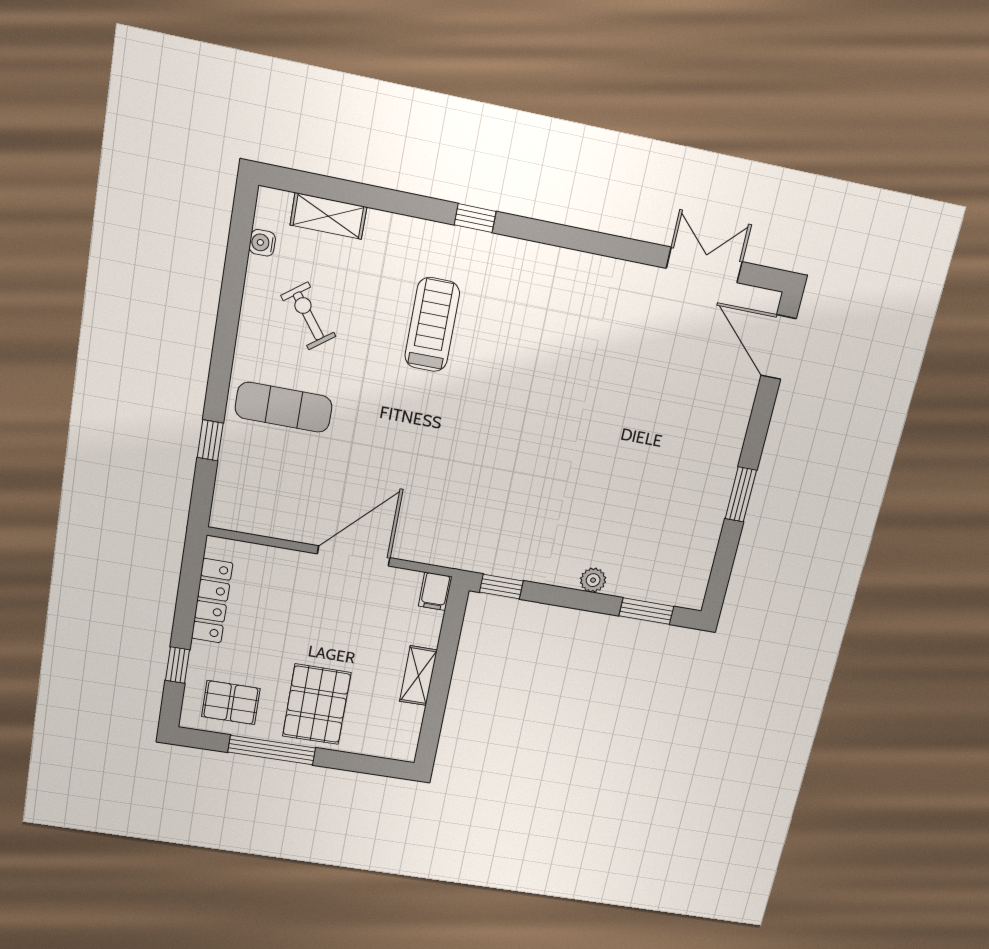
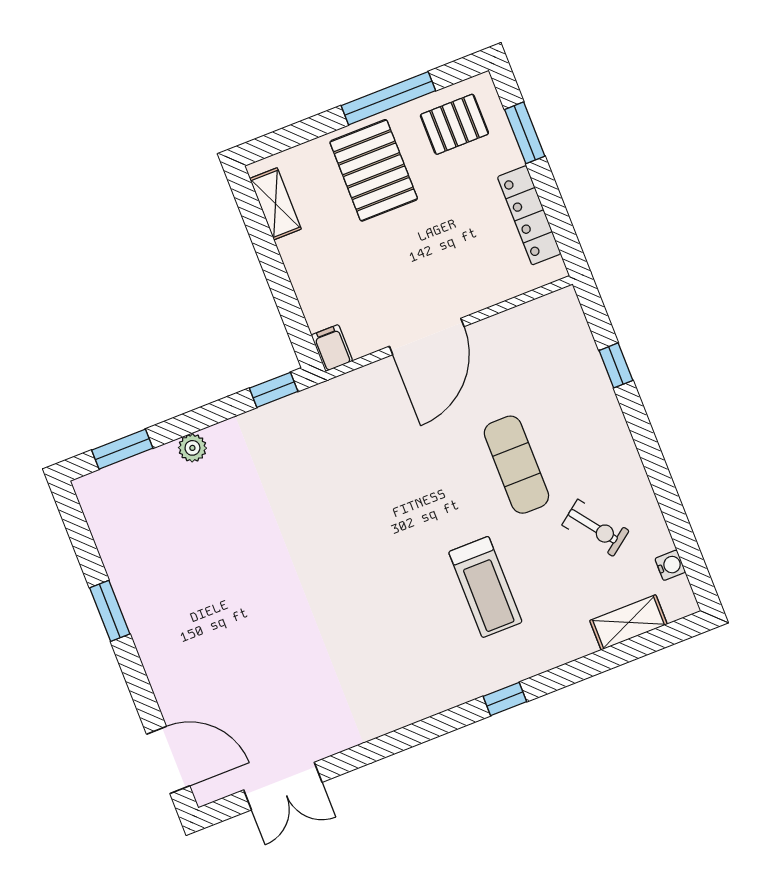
exercise mat: (284, 407) -> (516, 465), moved, turned 90
window: (177, 665) -> (525, 133), width x1.50
shelving: (418, 676) -> (275, 204), moved

